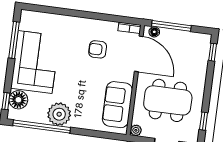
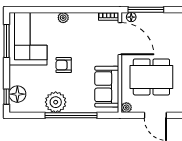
plant: (80, 23) -> (63, 18), added
armchair: (98, 49) -> (64, 65), moved
corner sofa: (35, 62) -> (28, 39), moved
window: (42, 127) -> (71, 115), moved

